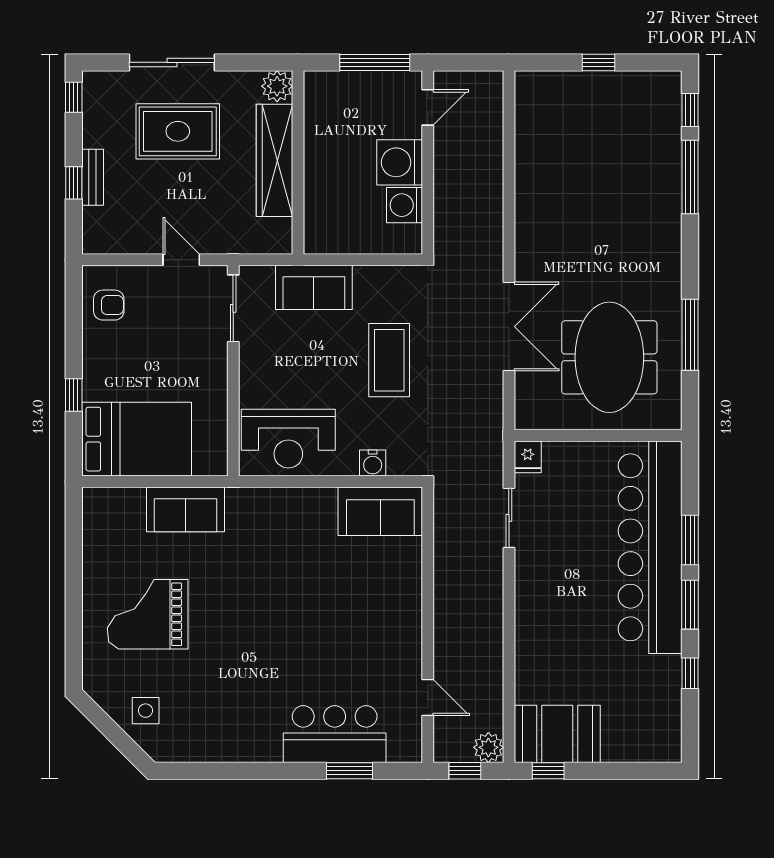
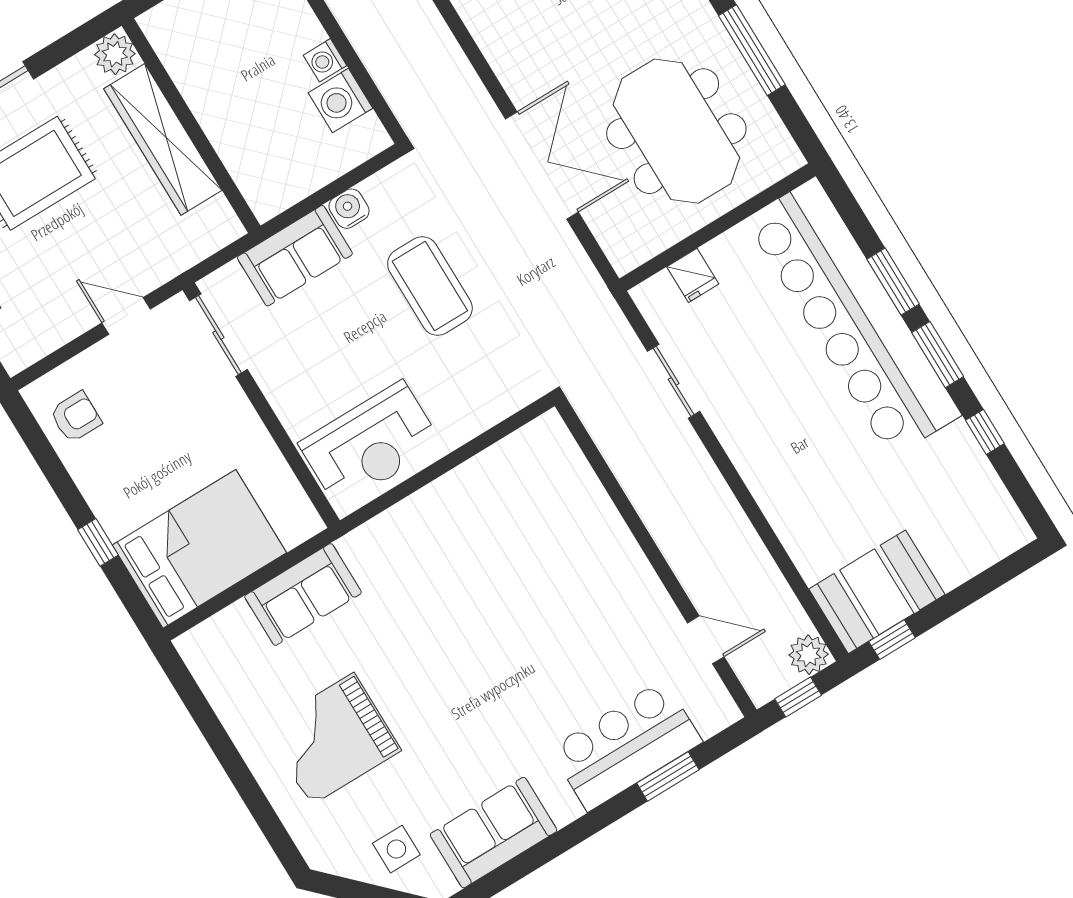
washing machine: (400, 162) -> (325, 60), width x0.53, depth x0.53
fridge: (528, 457) -> (693, 275), moved
water cooler: (373, 463) -> (349, 209), moved, turned 180
sofa: (380, 511) -> (494, 833), moved, turned 180

